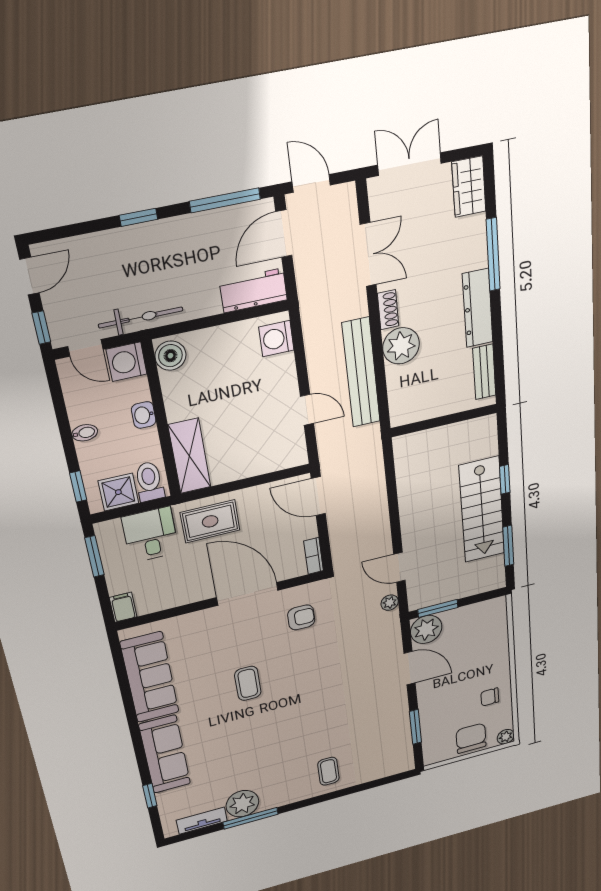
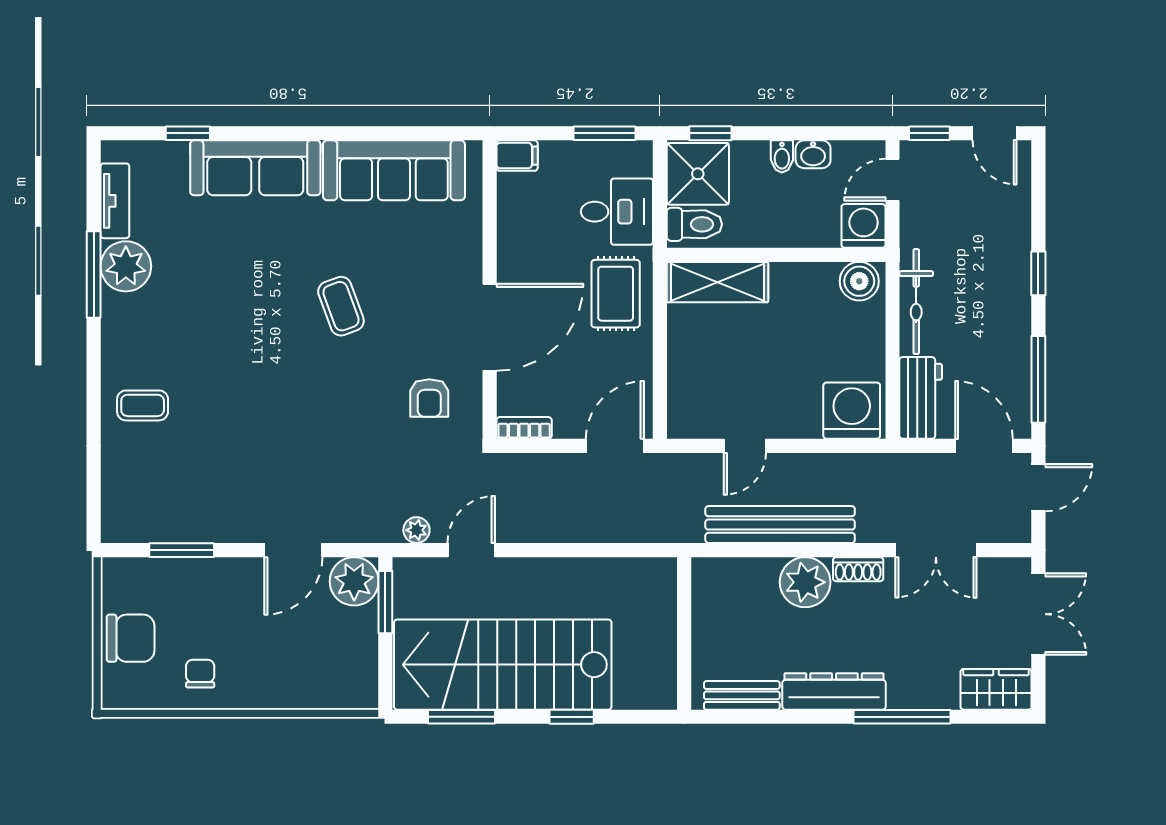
bicycle: (141, 317) -> (916, 302), moved
washing machine: (276, 339) -> (852, 411), width x1.37, depth x1.37
washbasin: (144, 415) -> (813, 154), moved, turned 180
shower: (118, 492) -> (698, 174), width x1.36, depth x1.36
stairs: (482, 510) -> (503, 665), width x1.36, depth x1.51
coffee table: (248, 683) -> (341, 306), turned 70
plant: (506, 737) -> (115, 696), removed

